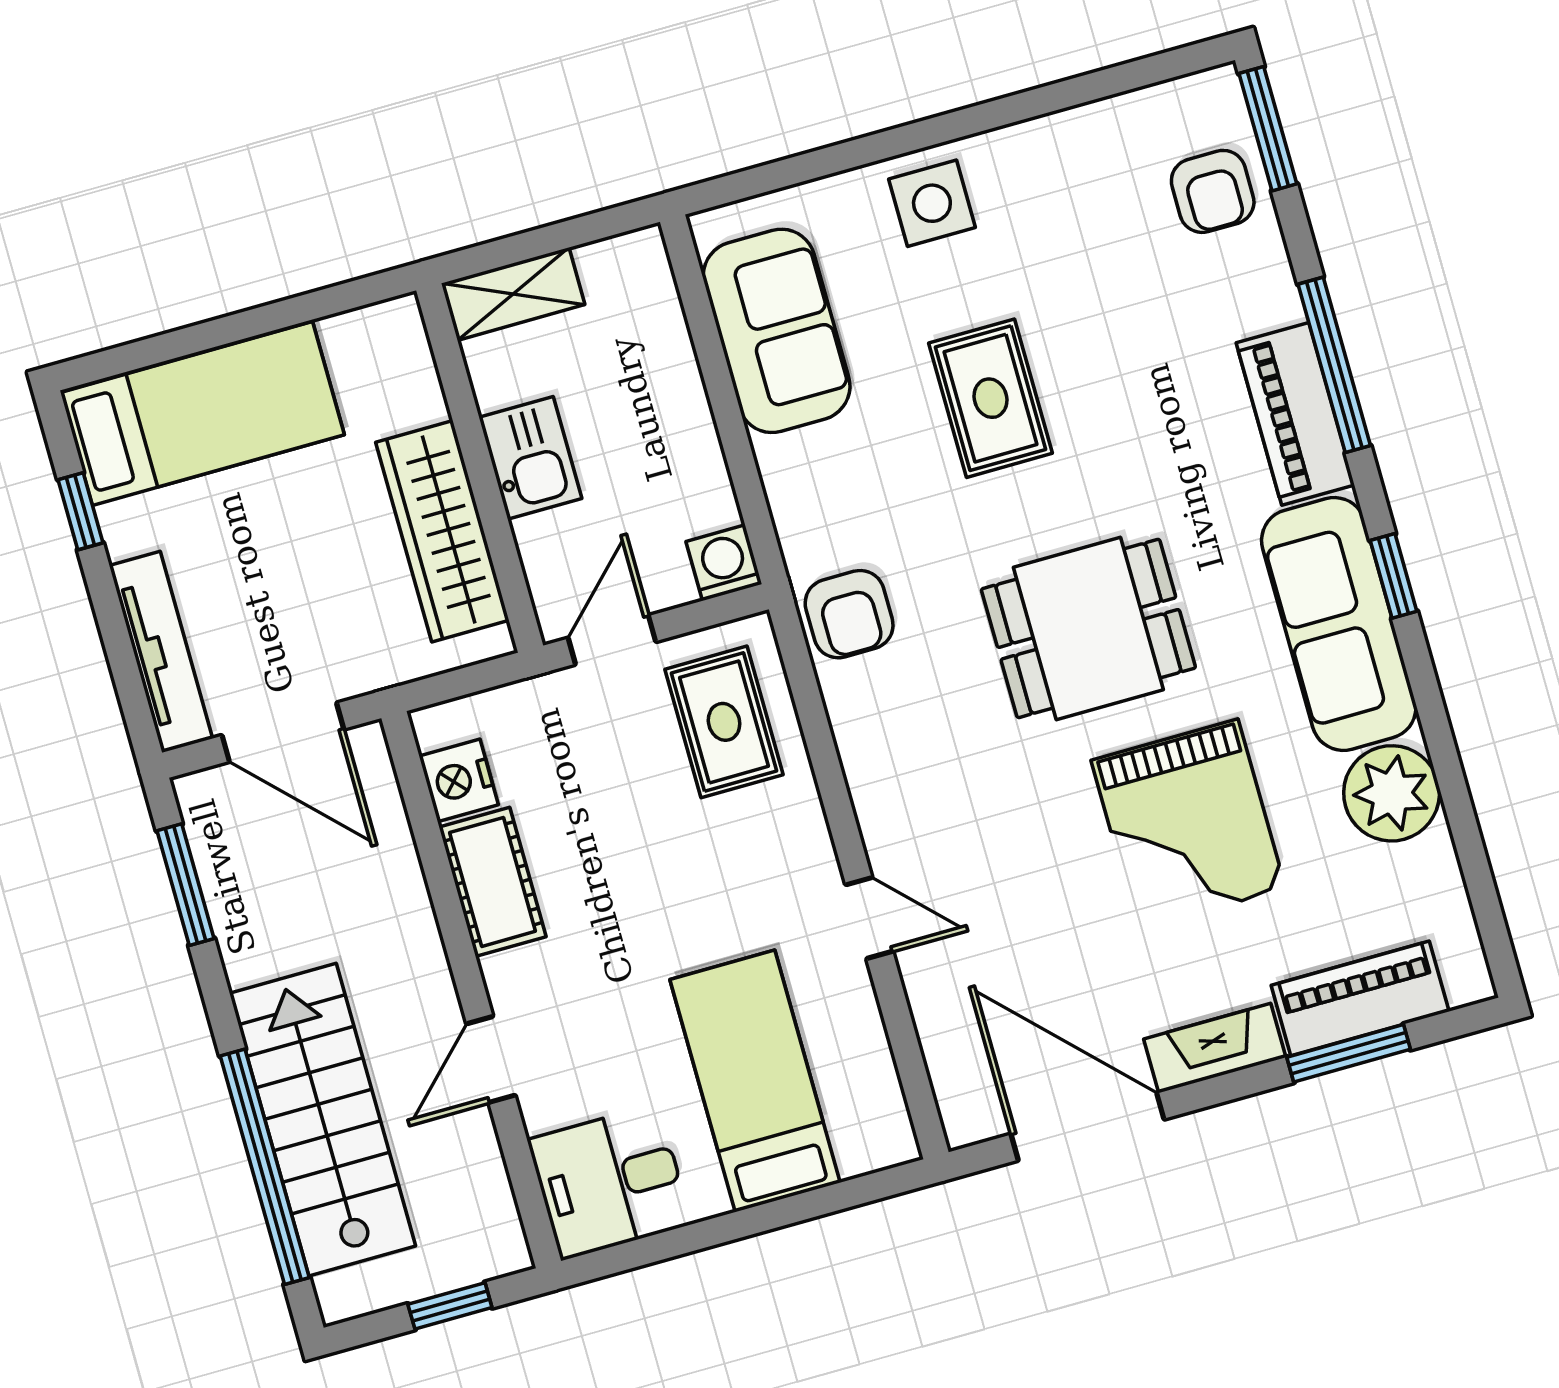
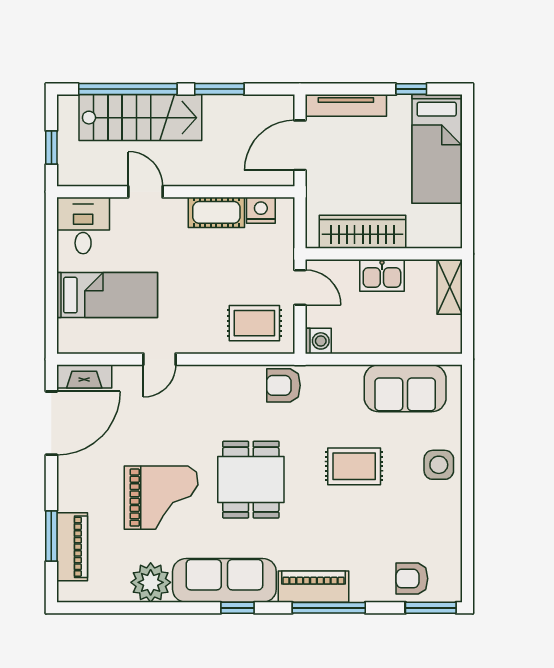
grand piano: (1188, 824) -> (161, 498), turned 180
window: (185, 885) -> (219, 89), moved
fireplace: (1215, 1048) -> (84, 376), moved, turned 90

